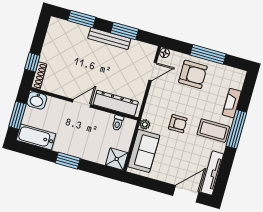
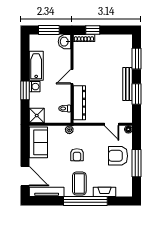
armchair: (193, 74) -> (118, 156), turned 90
door: (82, 103) -> (72, 77), swing flipped
window: (236, 129) -> (85, 201), width x1.46
bathtub: (36, 137) -> (36, 66), moved
sofa: (144, 151) -> (38, 142), moved, turned -90
washing machine: (81, 152) -> (35, 87), added
window: (68, 161) -> (25, 90), moved

